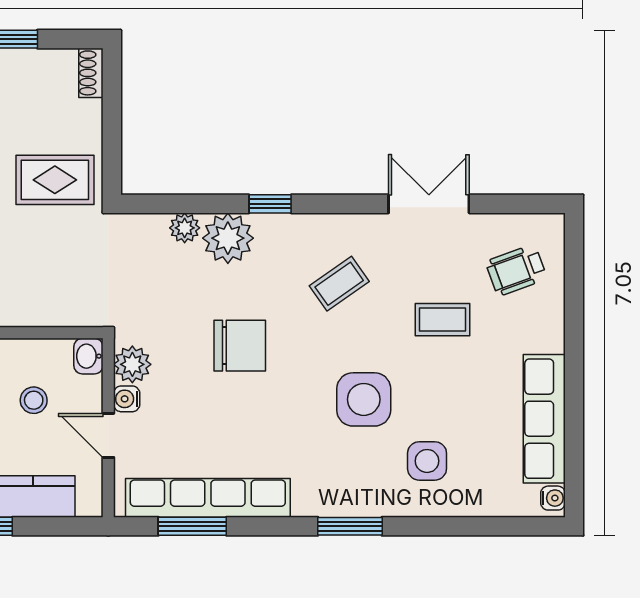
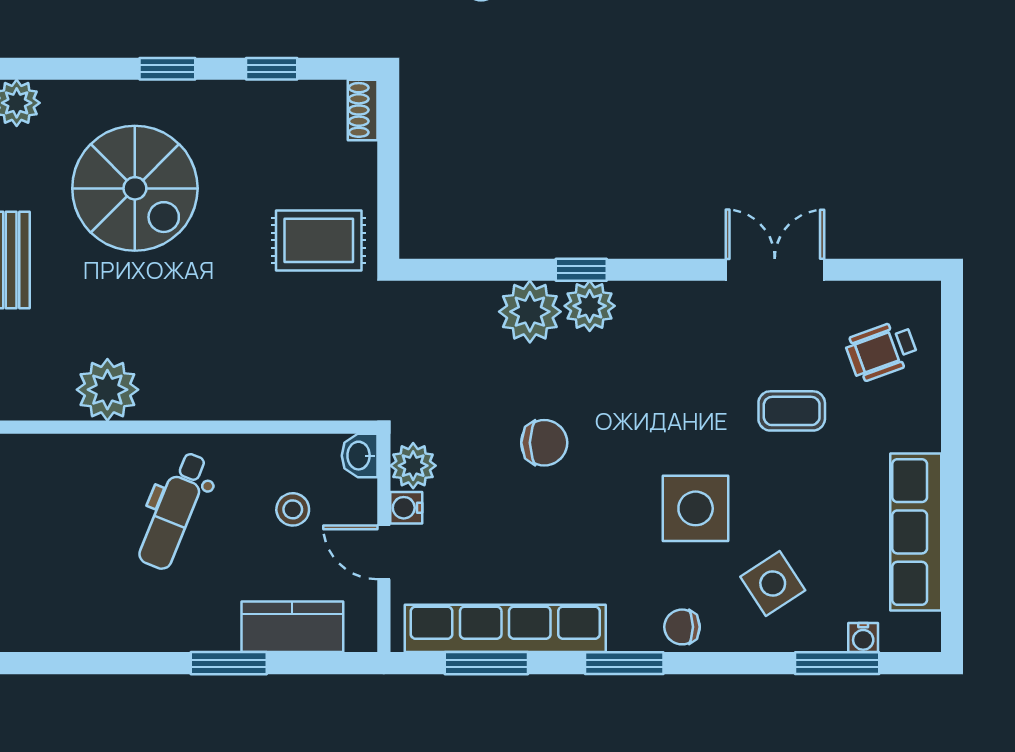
plant: (185, 228) -> (590, 306), moved, width x1.38, depth x1.38
coffee table: (339, 284) -> (666, 367), removed
chair: (240, 346) -> (544, 443), width x0.73, depth x0.73
side table: (427, 461) -> (773, 584), turned -33
chair: (353, 497) -> (682, 627), added
water cooler: (553, 498) -> (863, 638), moved, turned 90
window: (350, 526) -> (624, 663), moved
window: (480, 526) -> (837, 663), added

